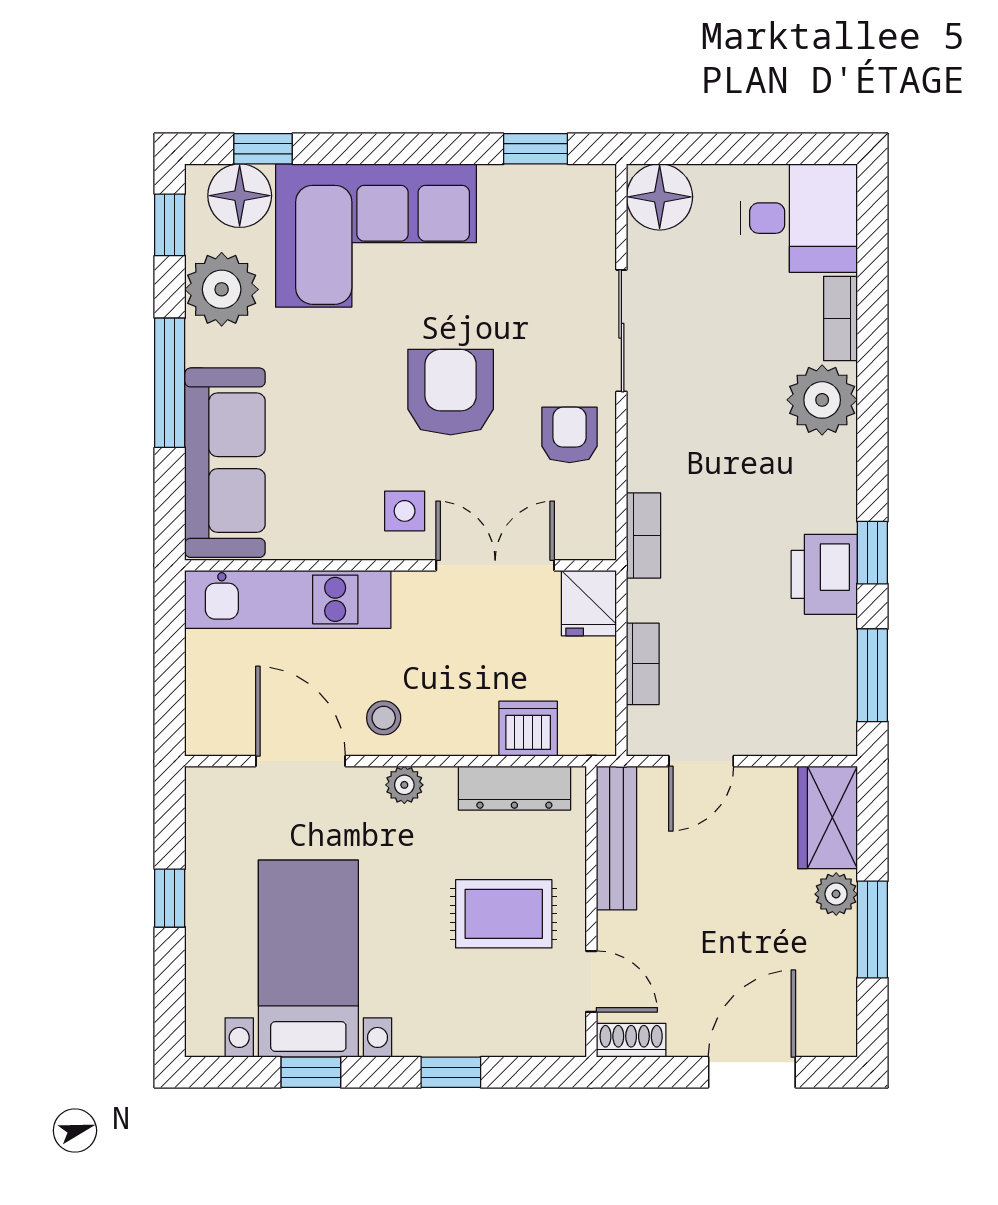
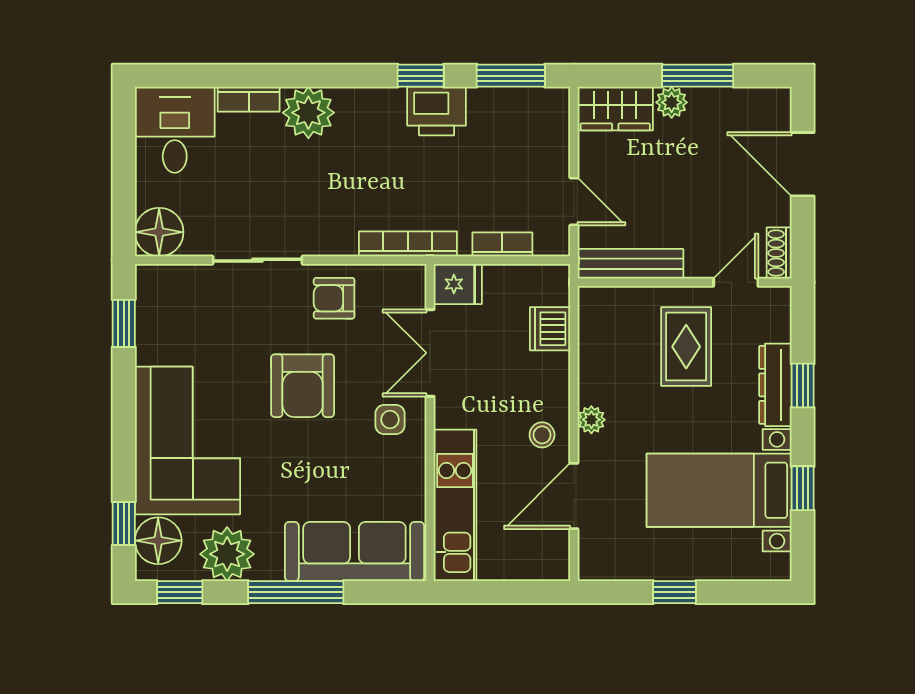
armchair: (451, 392) -> (303, 386), turned -90
bookcase: (643, 535) -> (408, 244), width x1.56
dresser: (514, 788) -> (775, 385), moved, turned 180

